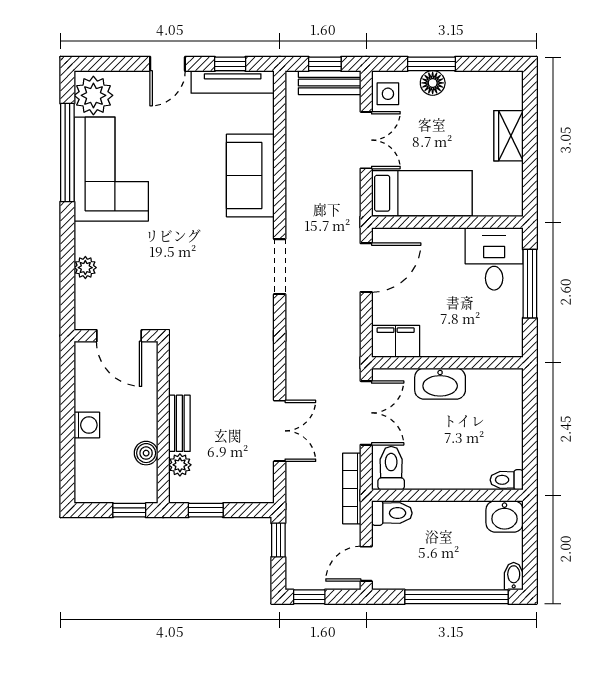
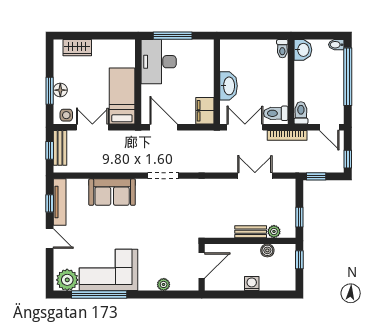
wardrobe: (508, 136) -> (77, 48), moved
desk: (494, 259) -> (159, 62), width x1.37

